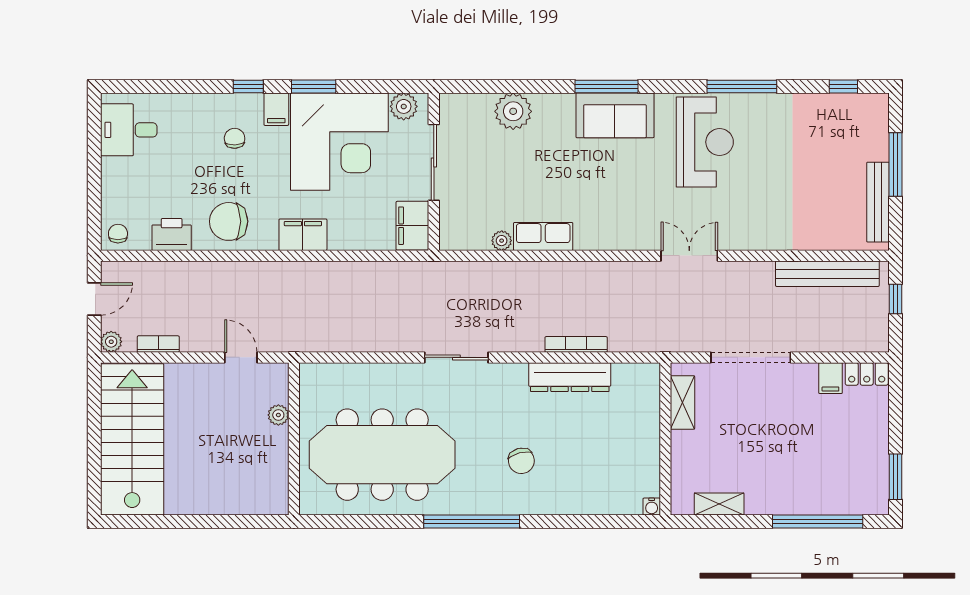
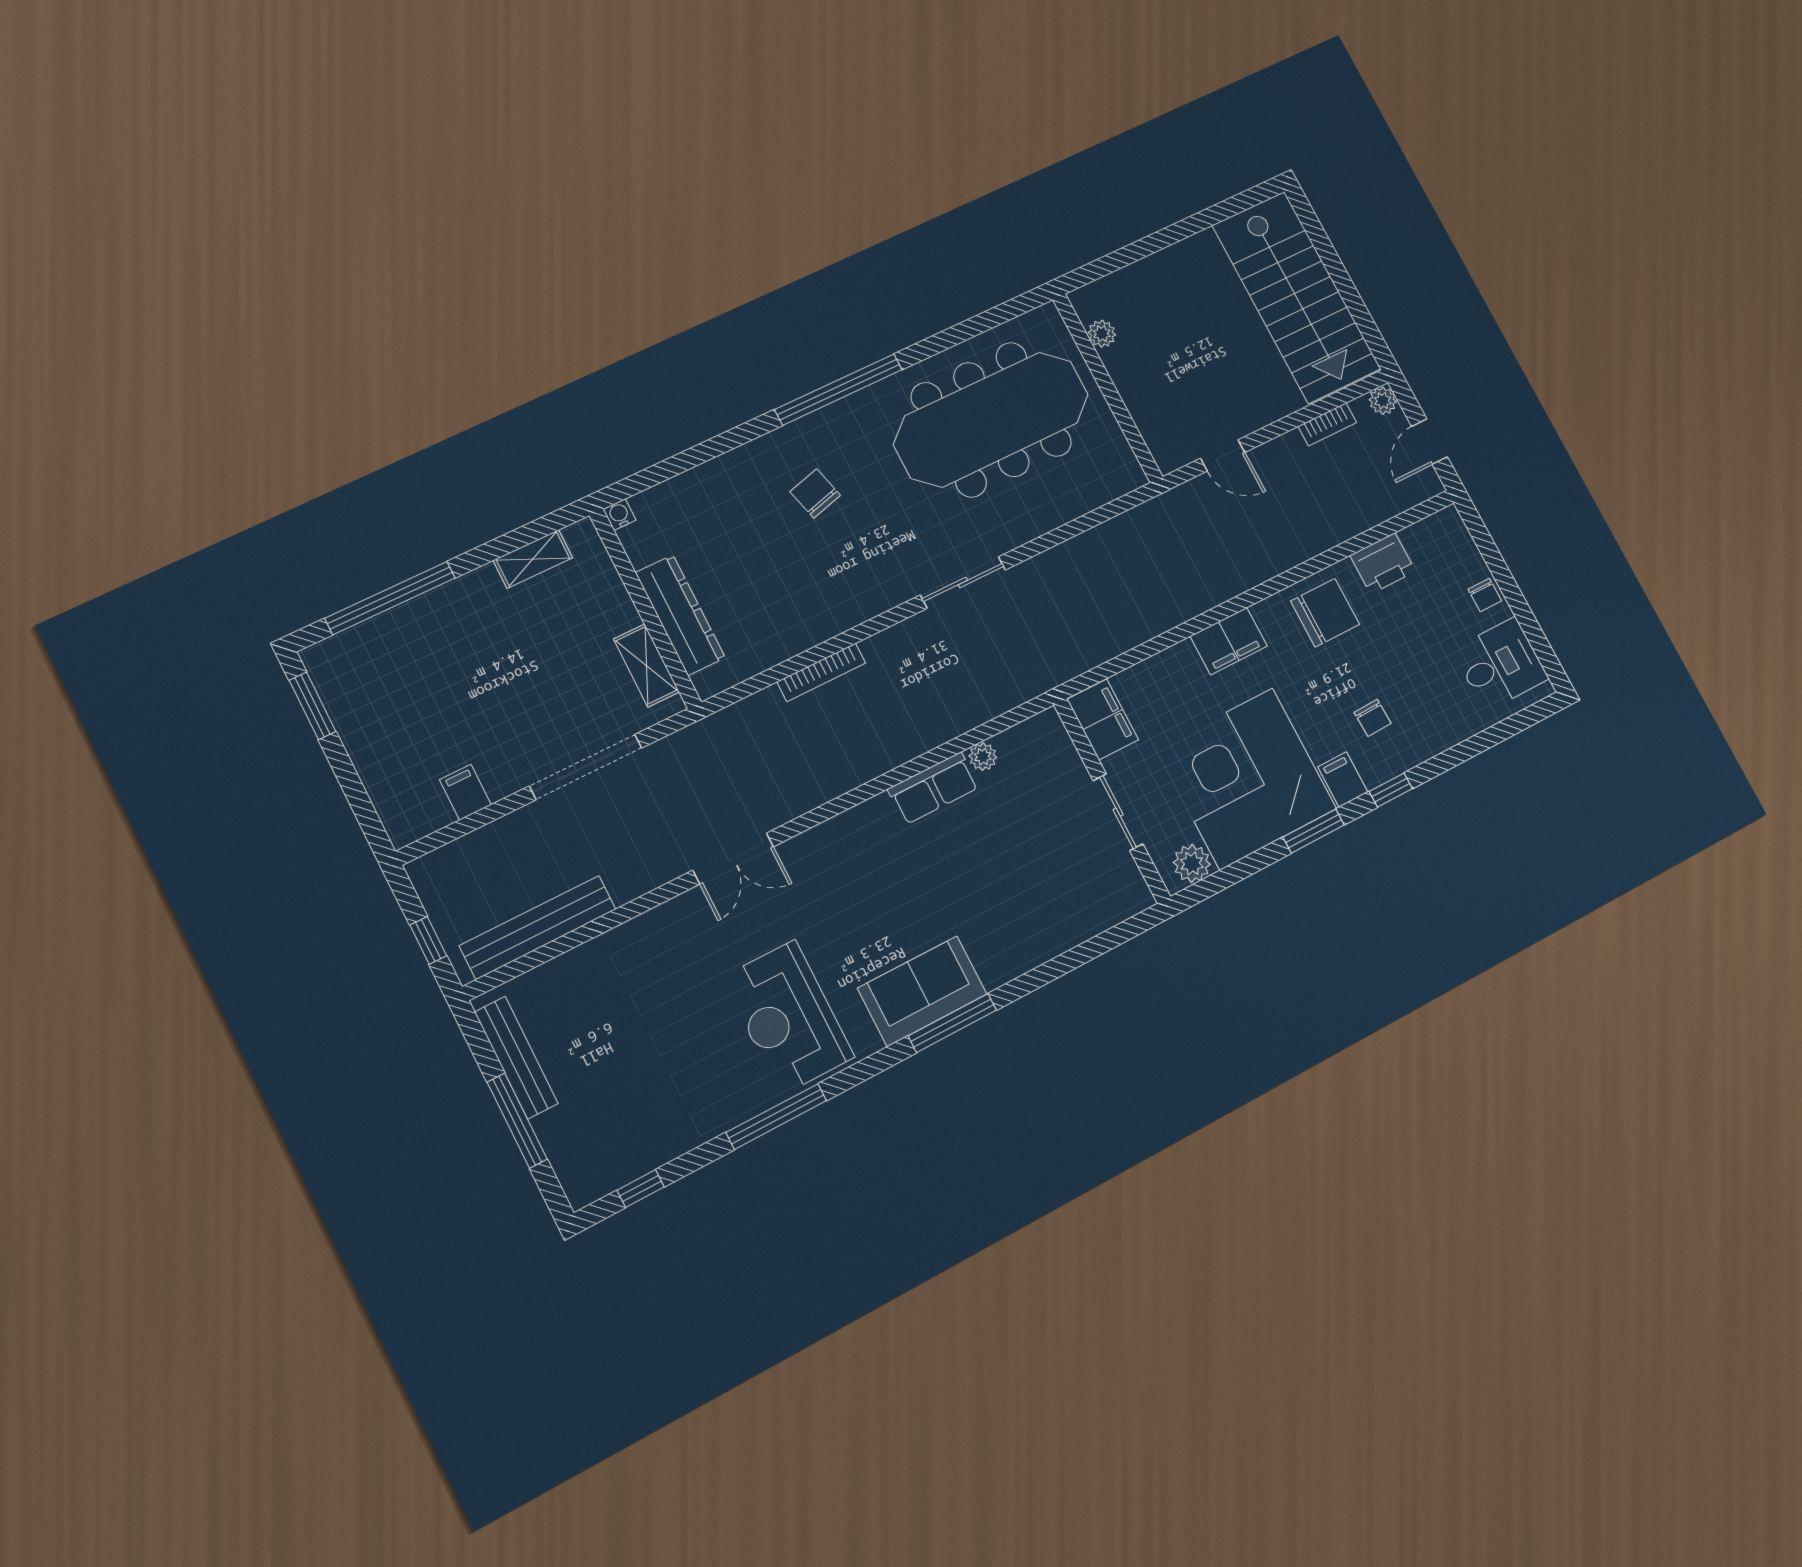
plant: (513, 111) -> (1054, 929), removed
sliding door: (434, 162) -> (1118, 812), width x0.73
chair: (118, 234) -> (1485, 595), moved
locker: (867, 374) -> (419, 822), removed
dresser: (570, 377) -> (680, 615), moved, turned 90
plant: (278, 415) -> (1102, 334), moved

